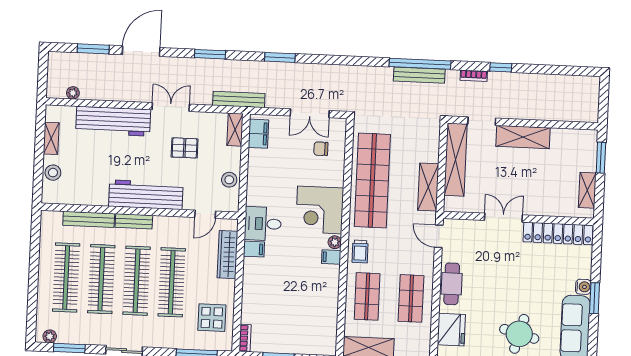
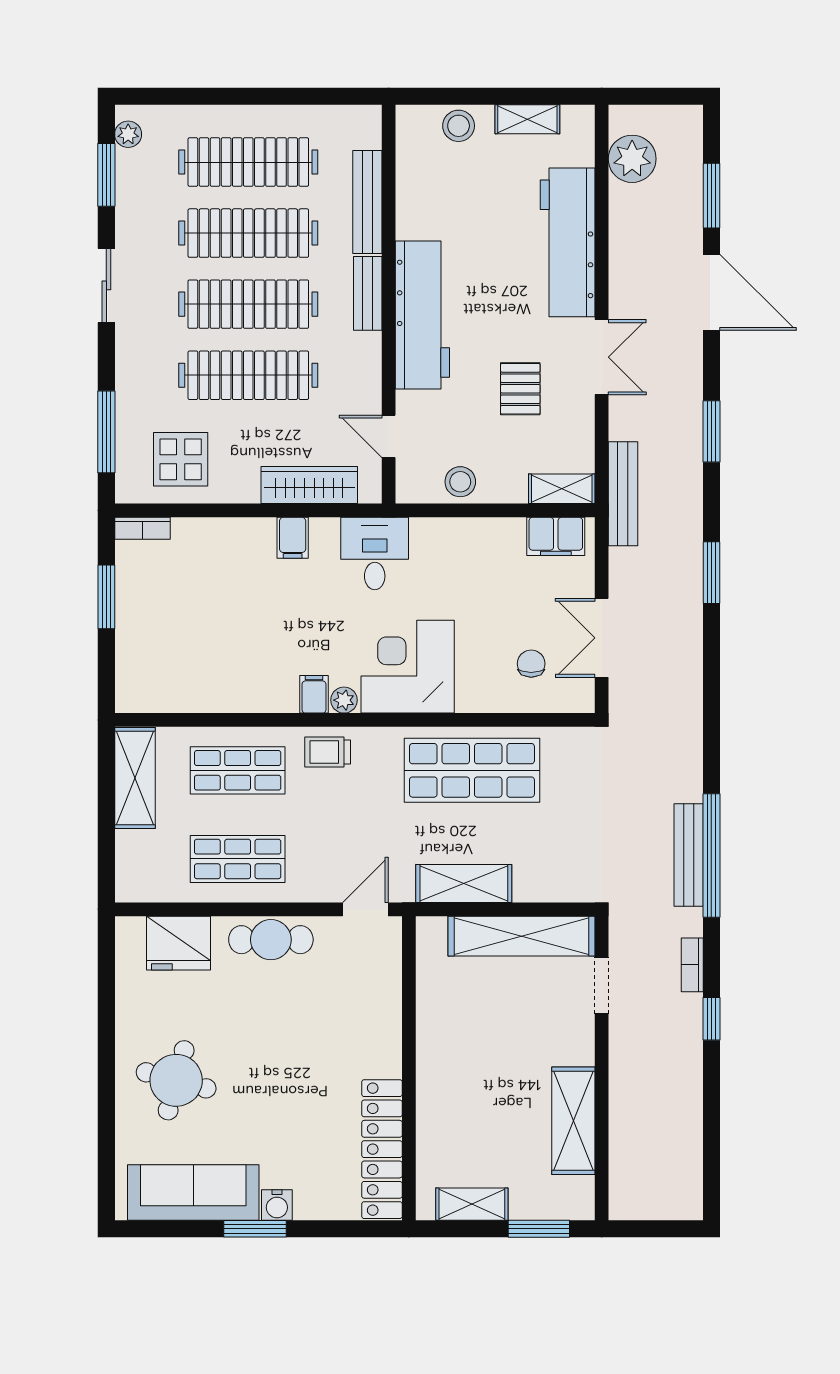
plant: (73, 93) -> (632, 159), width x1.87, depth x1.87
shelving: (523, 137) -> (573, 1121), moved
shop shelf: (372, 180) -> (472, 770), width x0.71
double door: (503, 218) -> (409, 1038), removed
filing cabinet: (254, 249) -> (293, 538), moved

